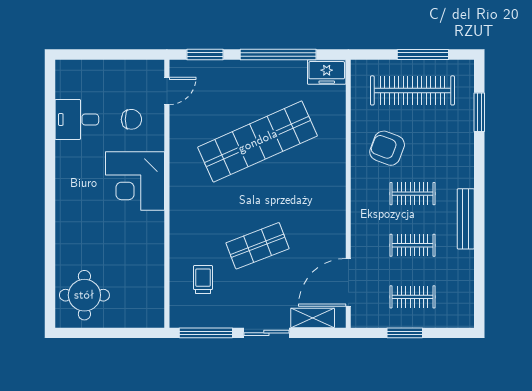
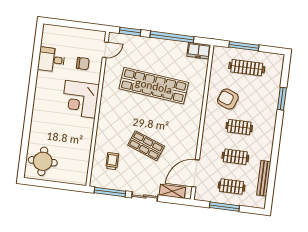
window: (423, 54) -> (244, 46), moved
clothes rail: (412, 90) -> (247, 68), width x0.73, depth x0.76
window: (479, 112) -> (282, 99), moved
shop shelf: (258, 141) -> (154, 86), turned 30
bench: (466, 219) -> (264, 178), moved
shop shelf: (258, 246) -> (146, 146), turned 42
window: (405, 333) -> (224, 207), width x1.44

